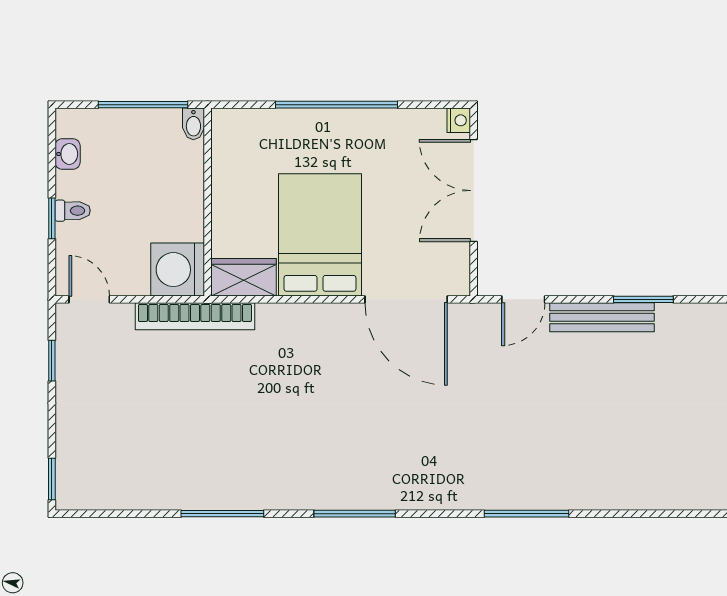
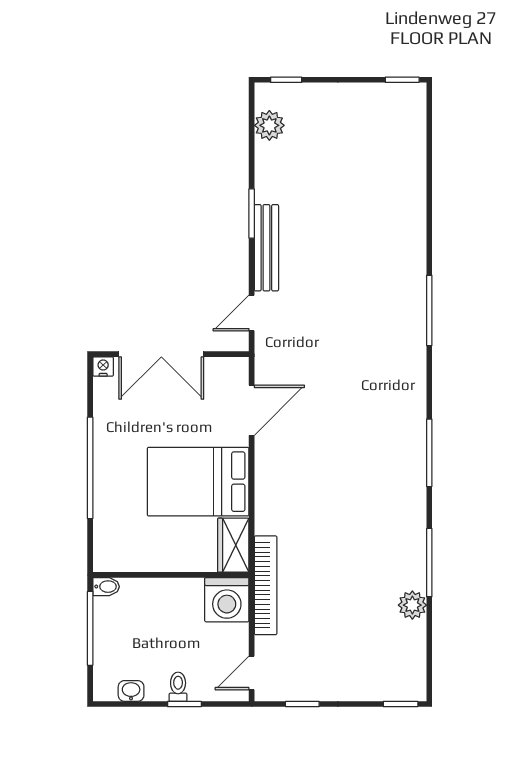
door: (406, 299) -> (252, 410), width x0.73
door: (523, 299) -> (252, 313), swing flipped
plant: (171, 493) -> (412, 605), added

